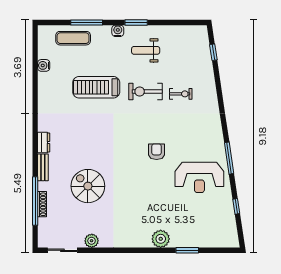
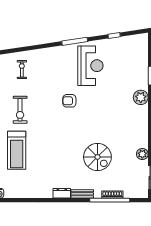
exercise bike: (181, 94) -> (22, 69), moved
spiral stairs: (88, 186) -> (97, 157), turned -90

